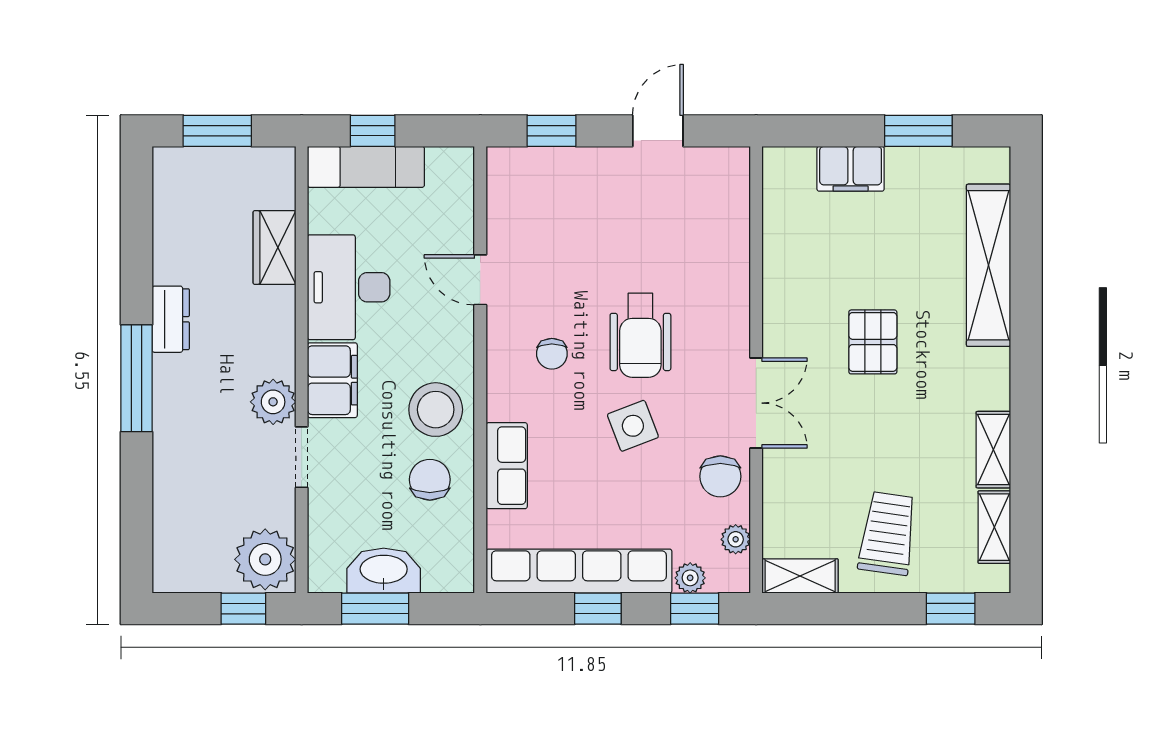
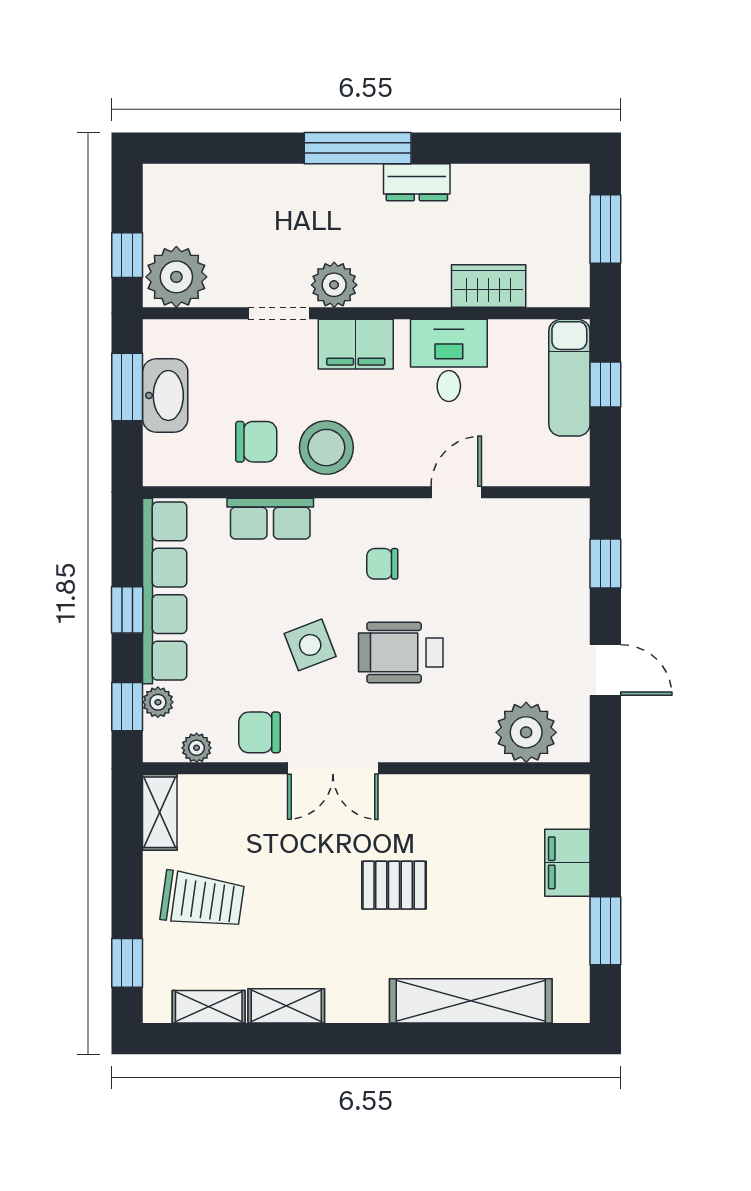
plant: (720, 210) -> (526, 732), added
desk: (349, 287) -> (449, 360), width x0.73

